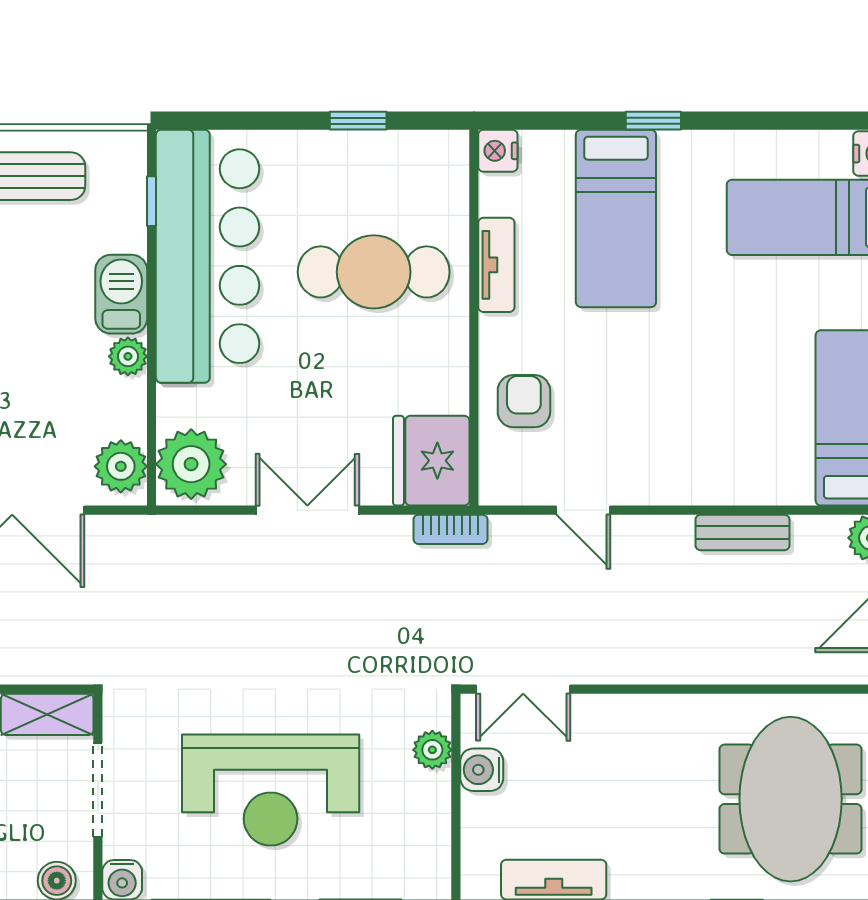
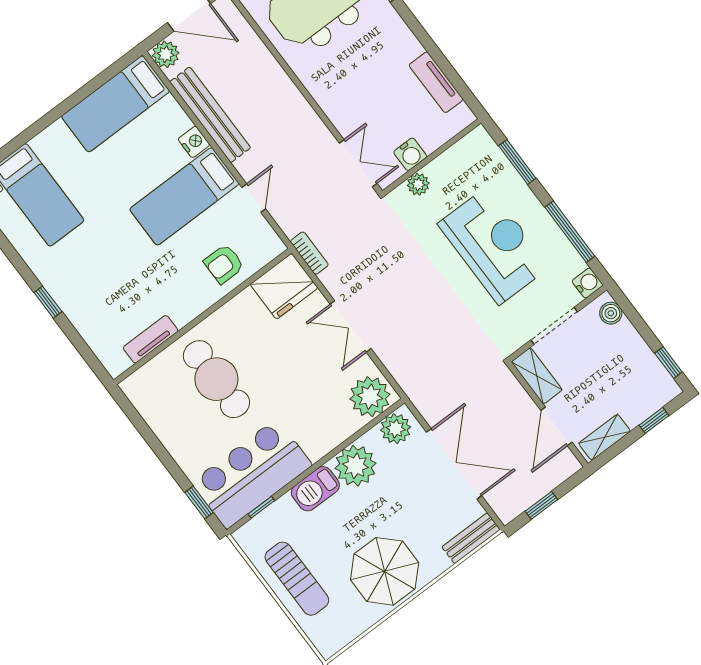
window: (358, 121) -> (199, 502), moved
nightstand: (498, 151) -> (194, 142), moved, turned -90
bed: (616, 218) -> (184, 196), moved, turned 180
bar counter: (208, 256) -> (252, 474), width x0.73
tv unit: (496, 265) -> (151, 339), moved
plant: (128, 356) -> (356, 466), width x1.87, depth x1.87
bench: (742, 532) -> (210, 115), width x1.86, depth x1.21

